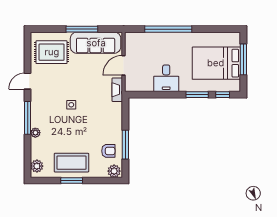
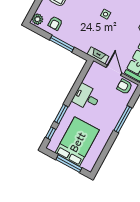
window: (168, 29) -> (123, 119), width x0.68
armchair: (134, 46) -> (124, 87), added
window: (125, 145) -> (62, 44), moved

